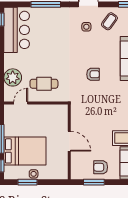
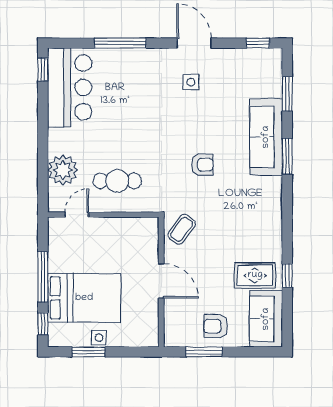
coffee table: (109, 21) -> (182, 229), moved

